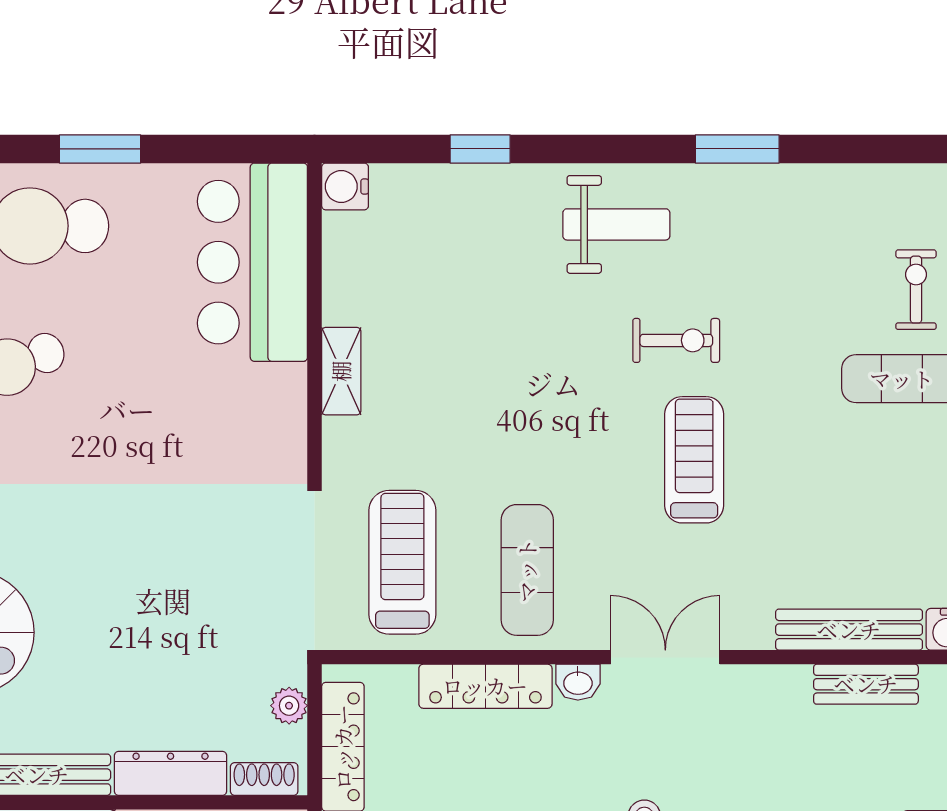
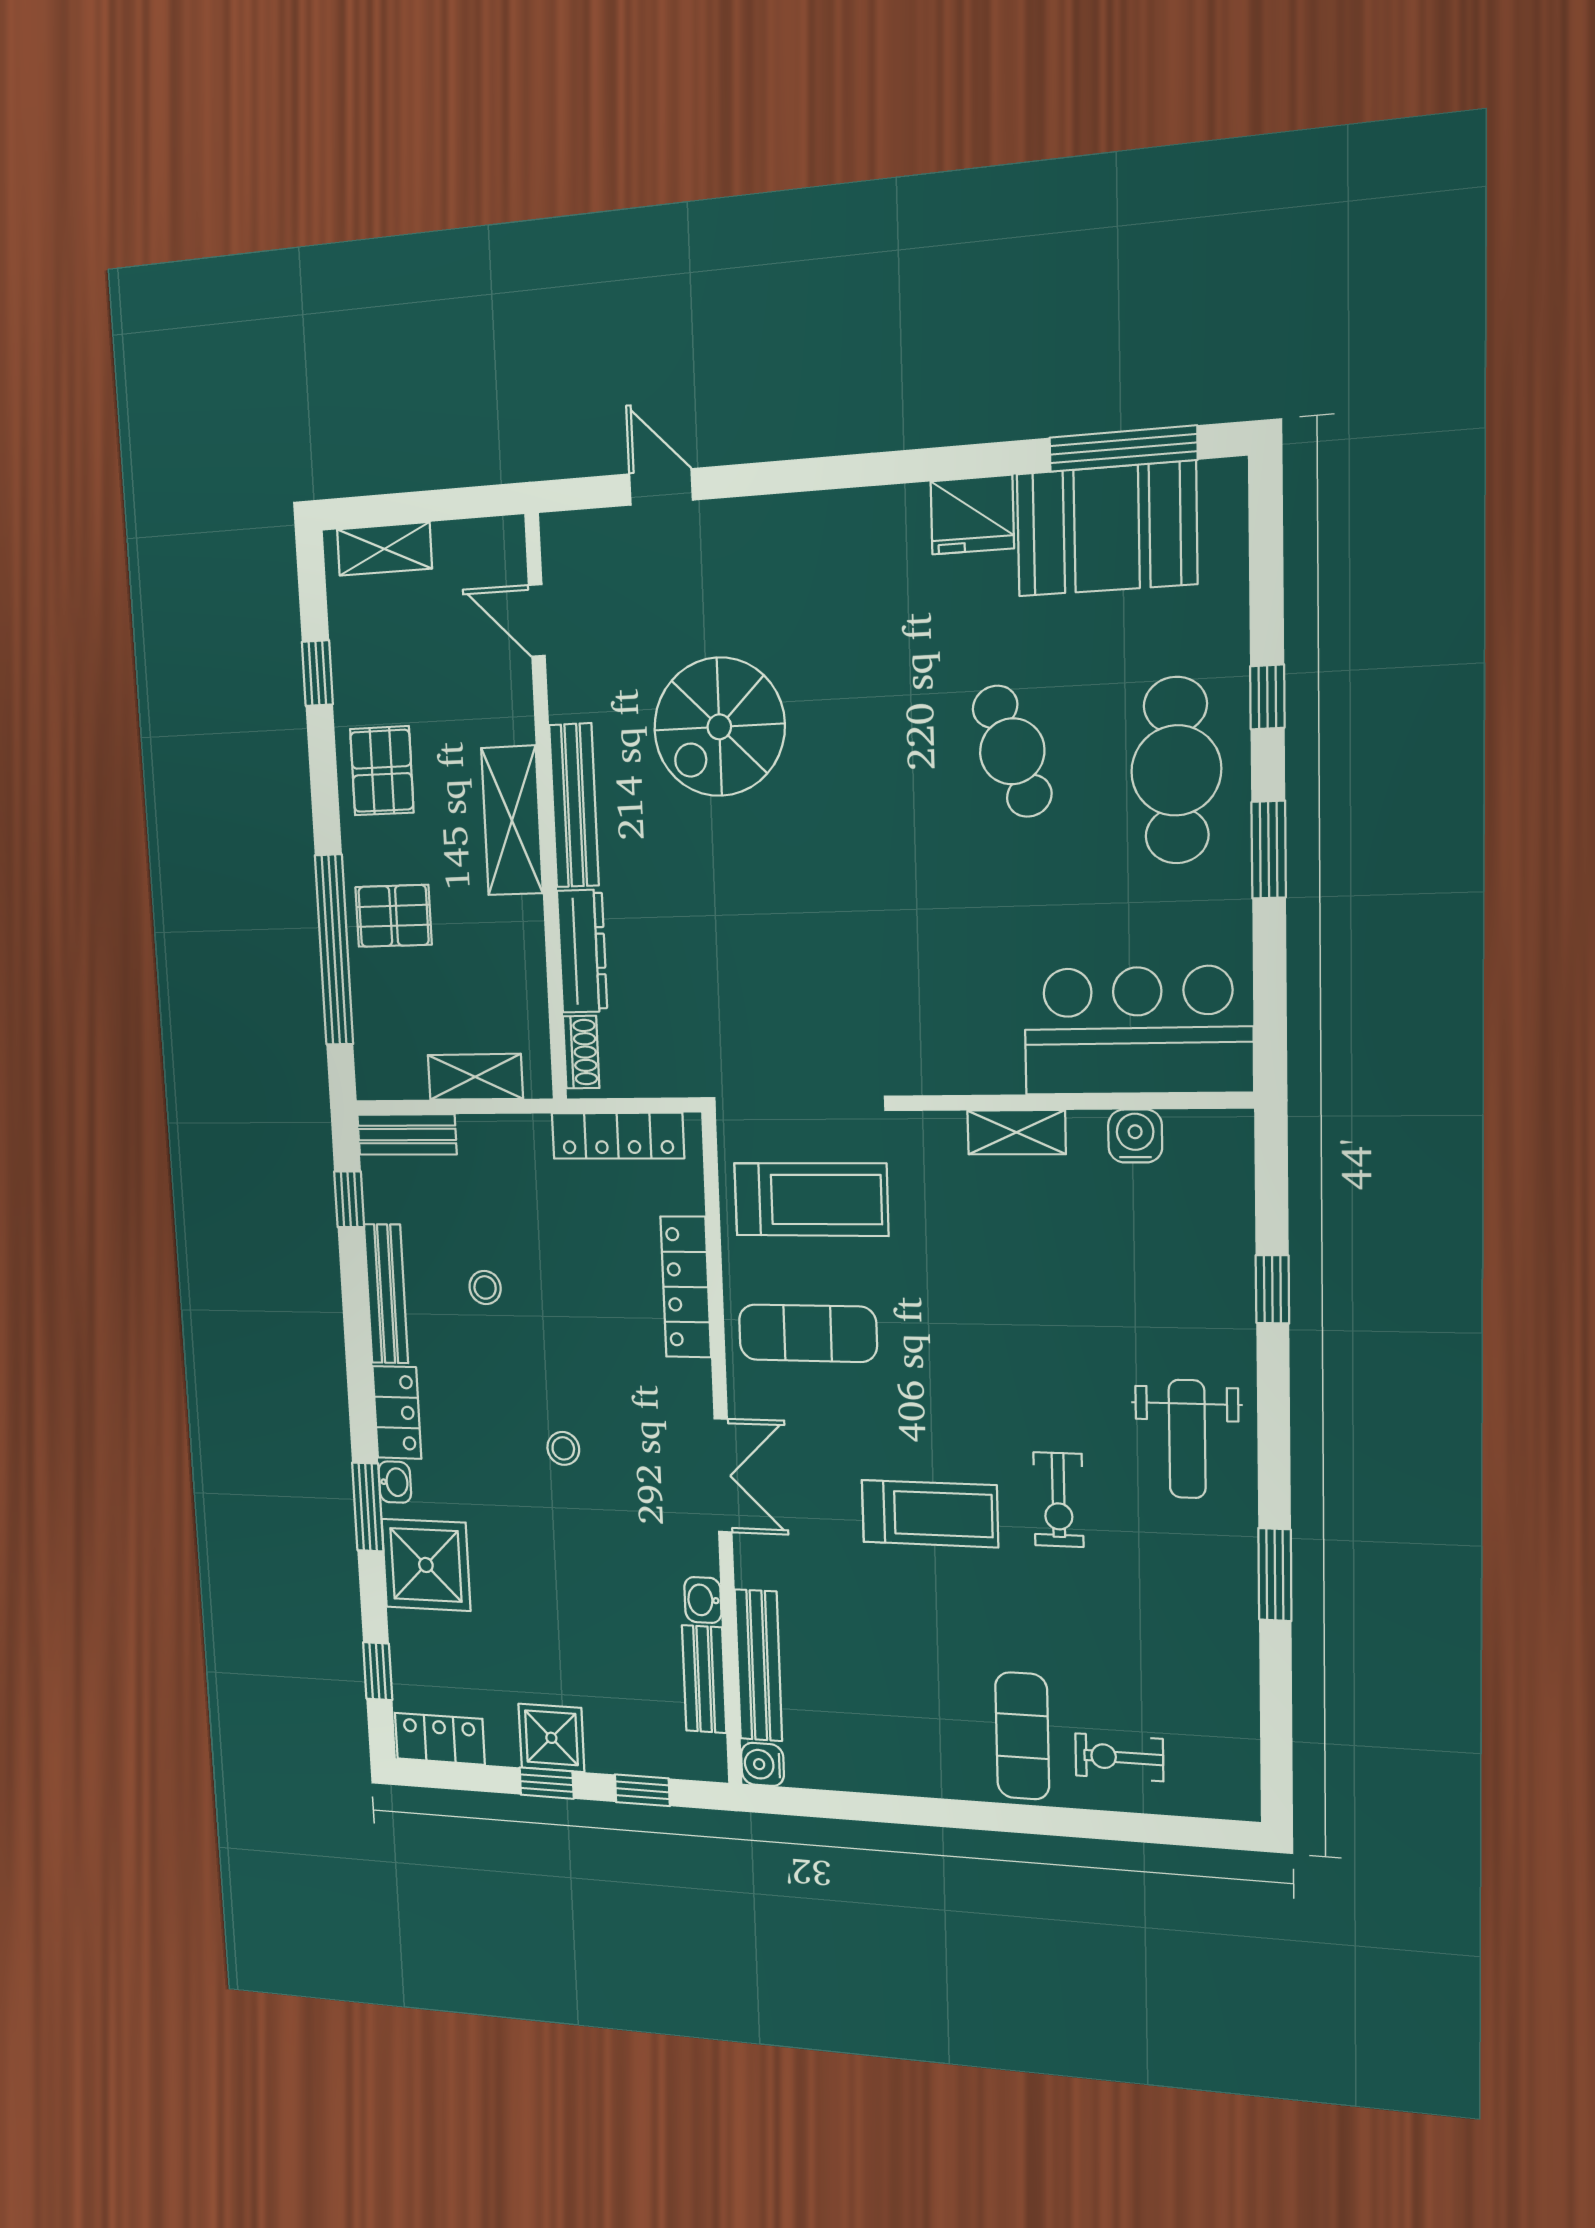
water cooler: (345, 186) -> (1135, 1136), moved
exercise bike: (916, 290) -> (1119, 1757), turned 180
washbasin: (578, 682) -> (703, 1600), moved
plant: (289, 706) -> (657, 1078), removed

